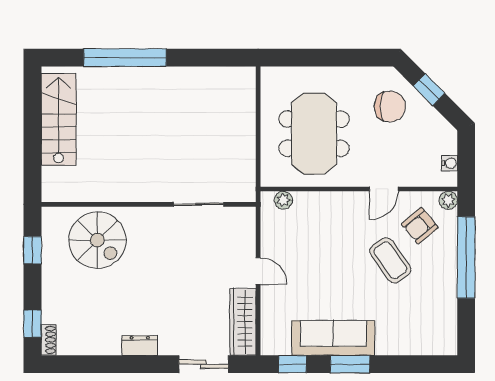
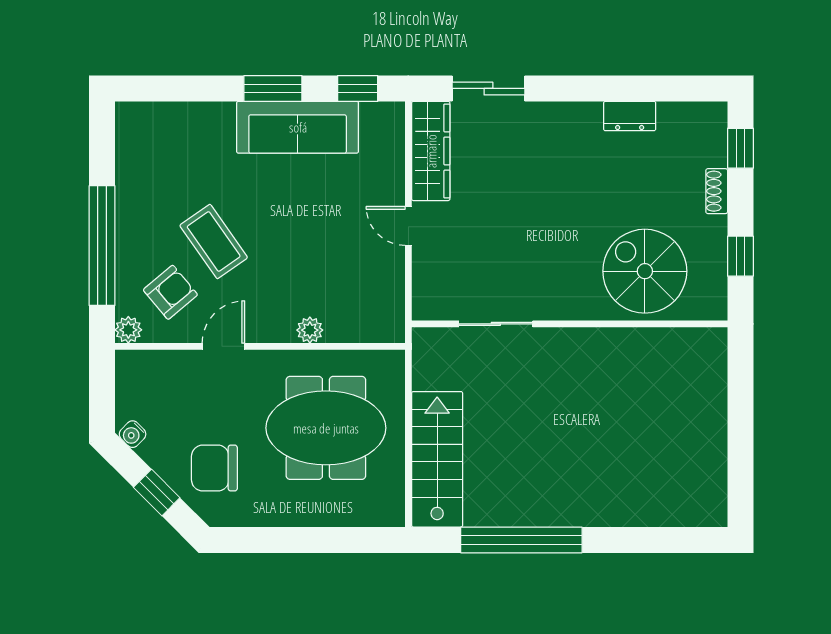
window: (125, 58) -> (521, 540), moved
stairs: (59, 119) -> (437, 459), moved, turned 180
meeting table: (314, 134) -> (326, 428), turned 90
water cooler: (450, 163) -> (133, 434), moved, turned -45
plant: (283, 200) -> (310, 330), moved
shoe rack: (49, 340) -> (717, 191), moved
dresser: (140, 345) -> (630, 116), moved

